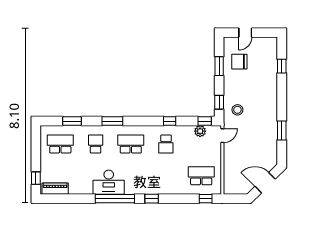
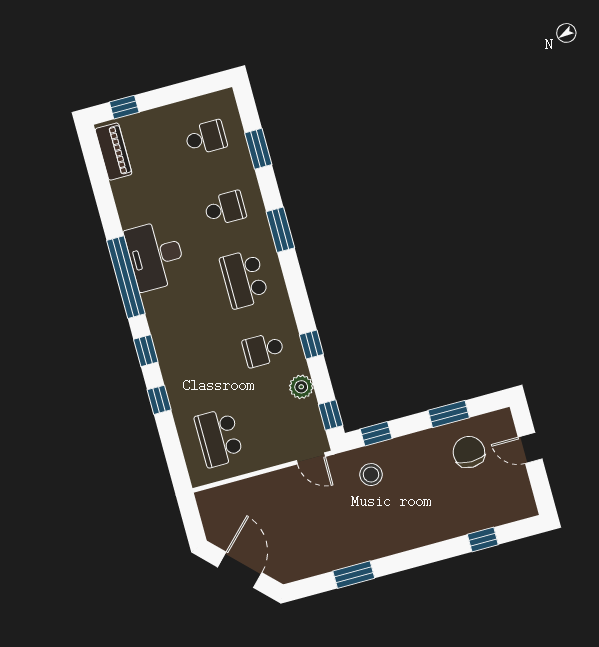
plant: (200, 131) -> (301, 387), moved
school desk: (60, 144) -> (206, 138), width x0.54
school desk: (131, 144) -> (244, 279), turned 180
school desk: (201, 176) -> (219, 438), turned 180
window: (206, 199) -> (159, 400), moved

